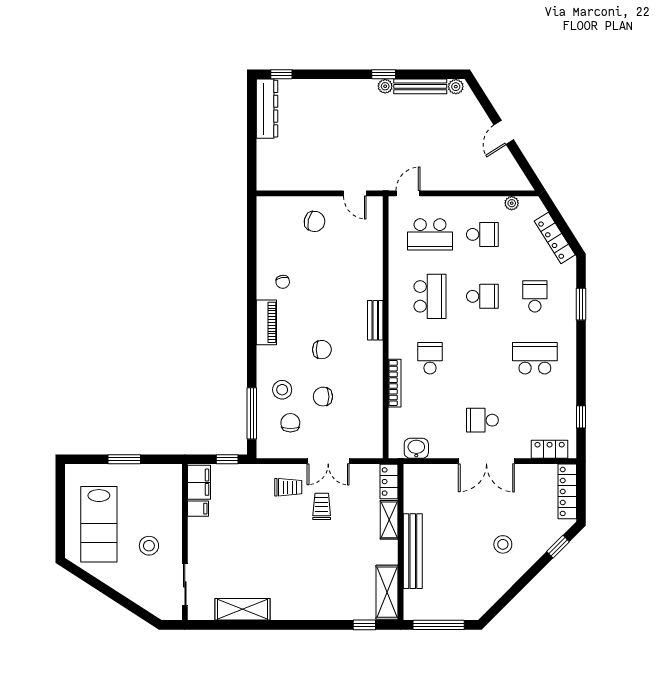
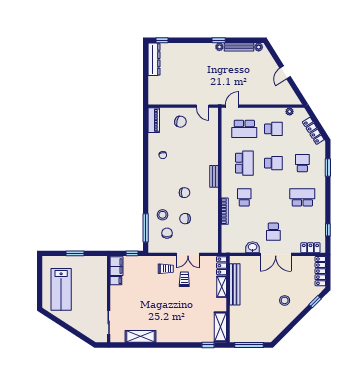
piano: (266, 322) -> (154, 120), moved
school desk: (482, 420) -> (273, 232), turned -90
washbasin: (416, 448) -> (253, 247), moved
stool: (149, 546) -> (89, 301), removed
bench: (413, 551) -> (235, 284), moved

